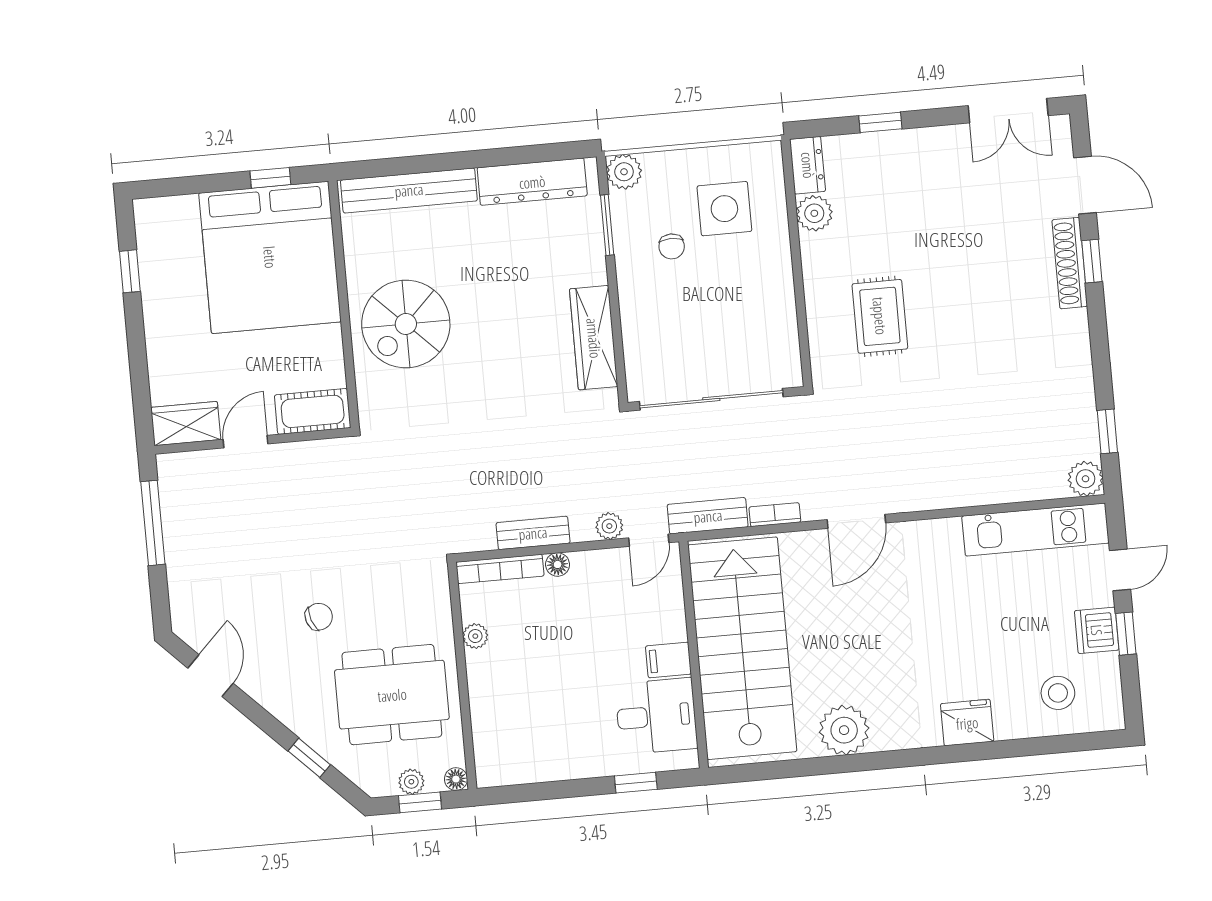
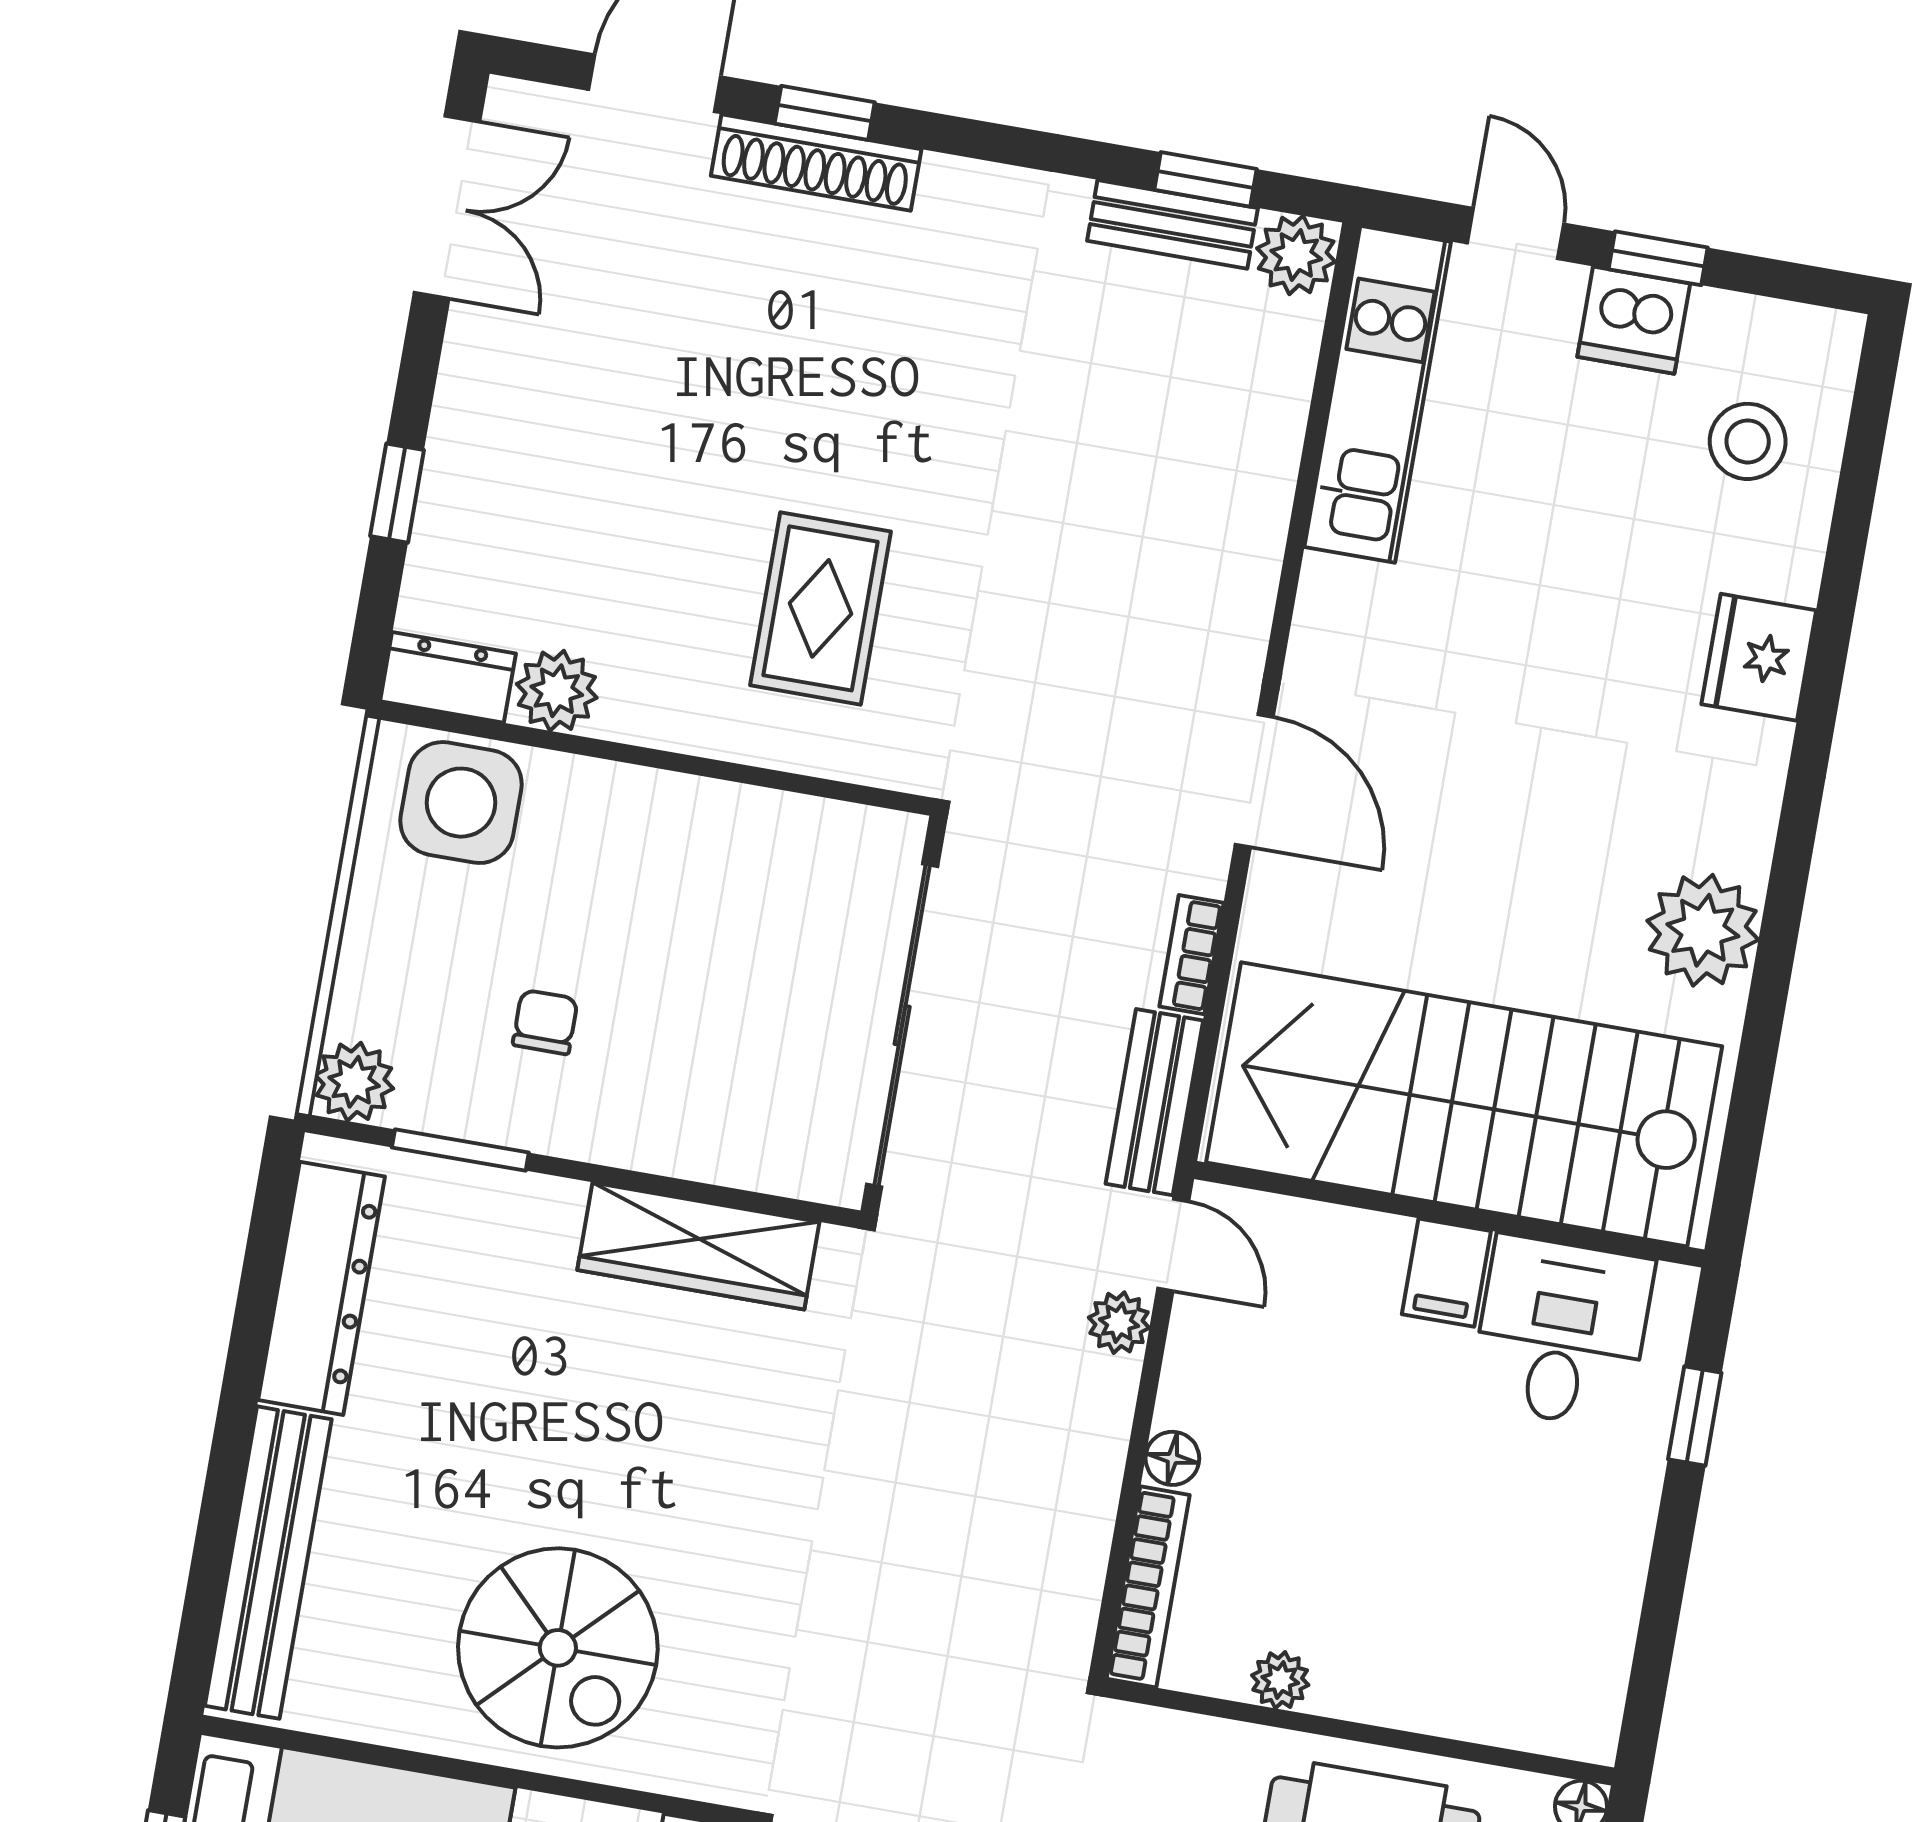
side table: (724, 209) -> (461, 803), moved
chair: (672, 246) -> (545, 1022), turned -90
rug: (880, 316) -> (821, 608), turned 90
bench: (533, 533) -> (1172, 224), moved, turned 90

